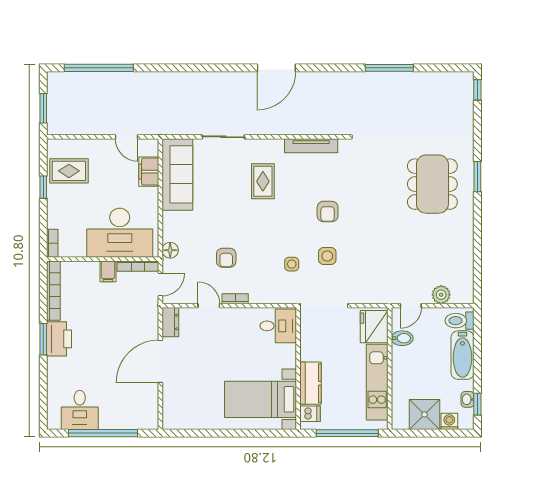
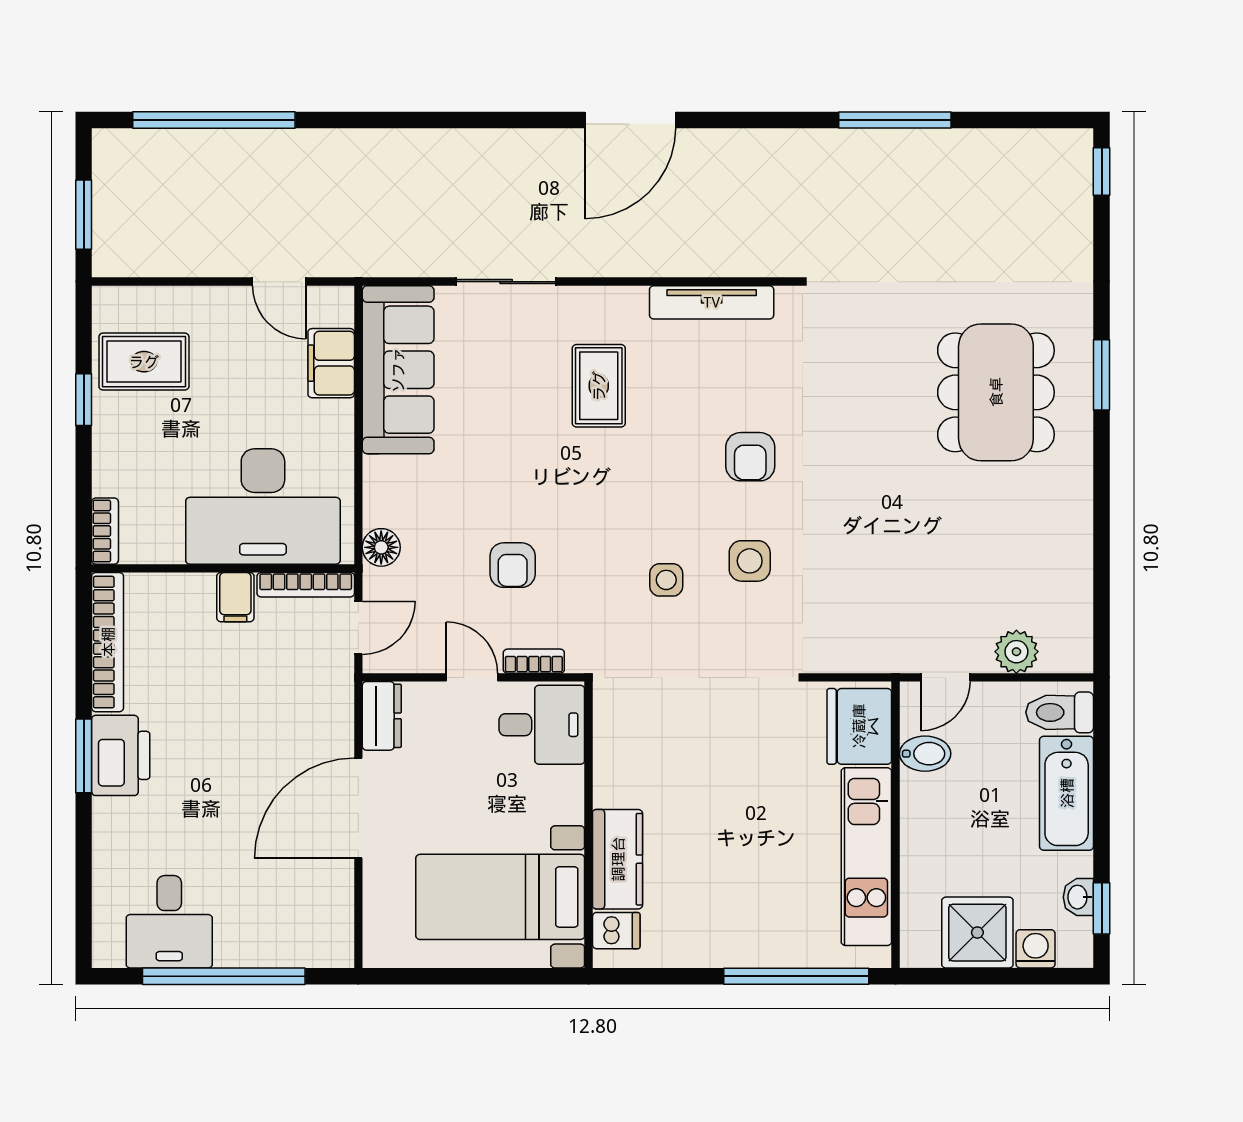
desk: (278, 326) -> (542, 725), moved
wall: (298, 369) -> (589, 825), moved
kitchen counter: (311, 383) -> (618, 859), moved
bed with nightstands: (261, 399) -> (500, 897), moved
dishwasher: (310, 414) -> (616, 931), moved

